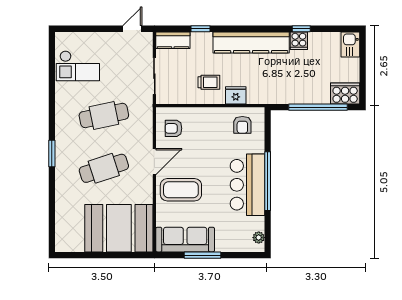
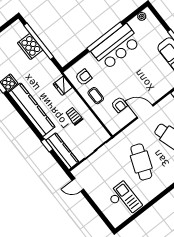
kitchen counter: (173, 40) -> (62, 151), width x1.50
cooker: (345, 93) -> (30, 46), moved
fridge: (236, 95) -> (63, 86), moved
cafe table: (104, 115) -> (141, 162), turned 33
armchair: (173, 128) -> (119, 105), moved
coffee table: (181, 190) -> (96, 96), moved, width x0.54, depth x0.58

